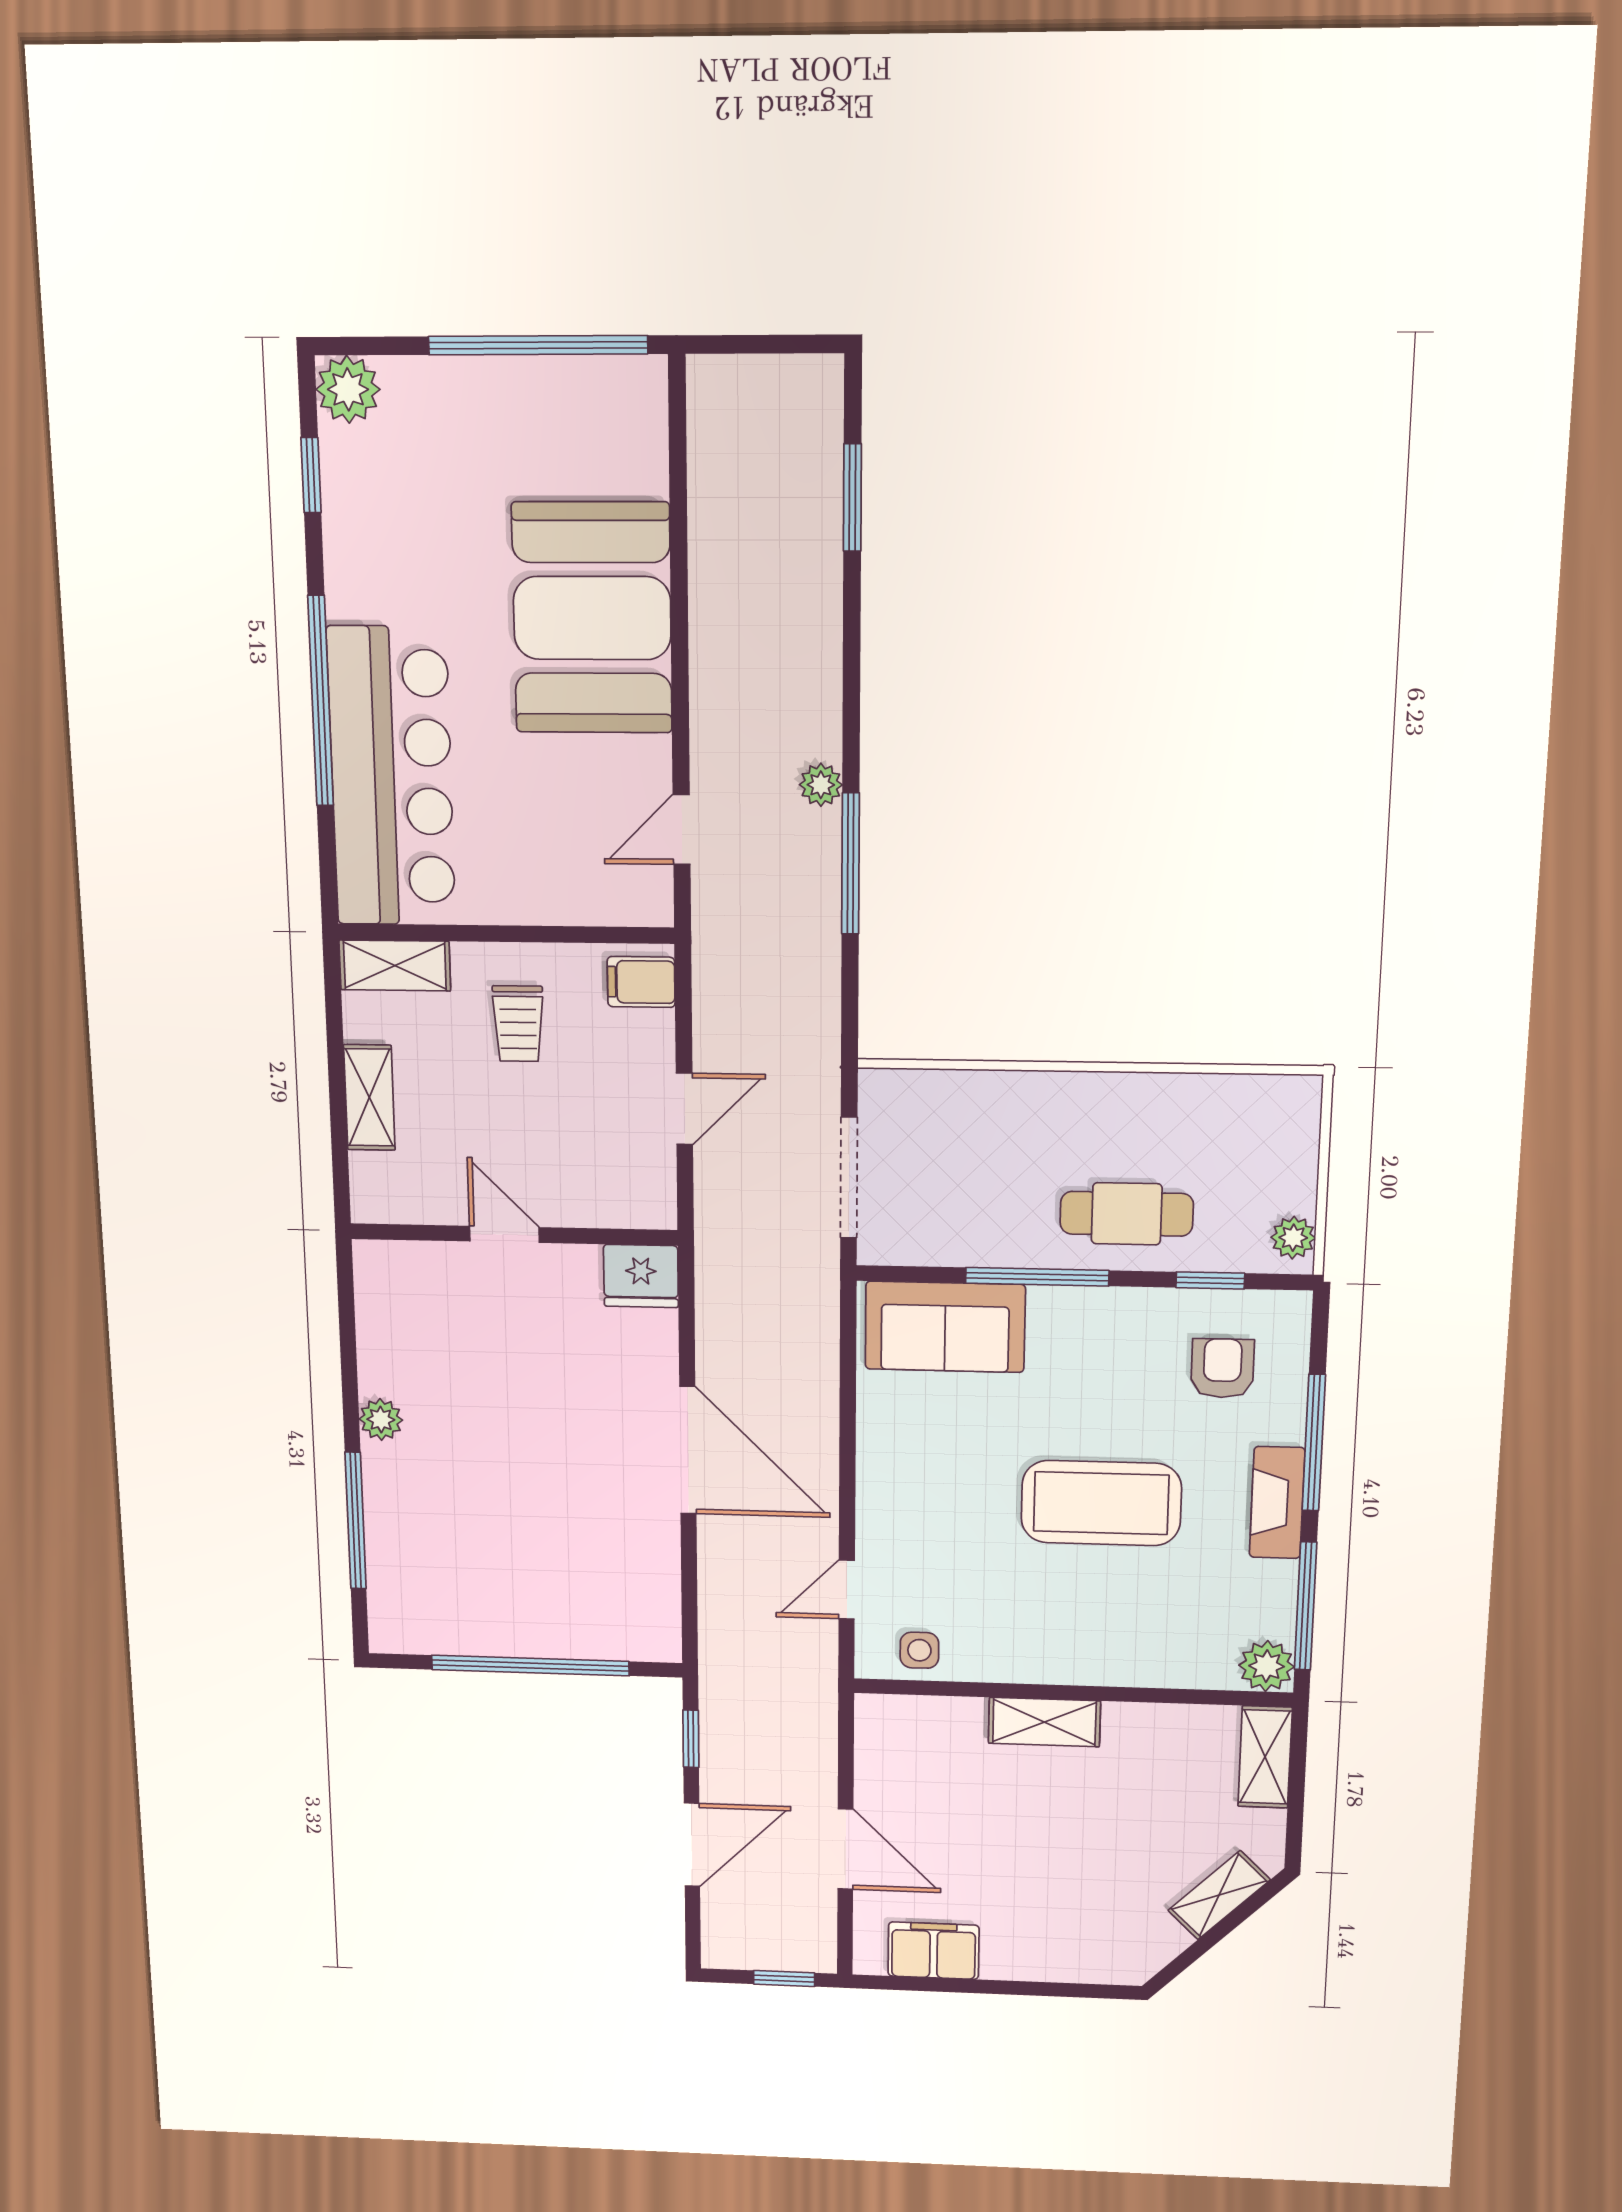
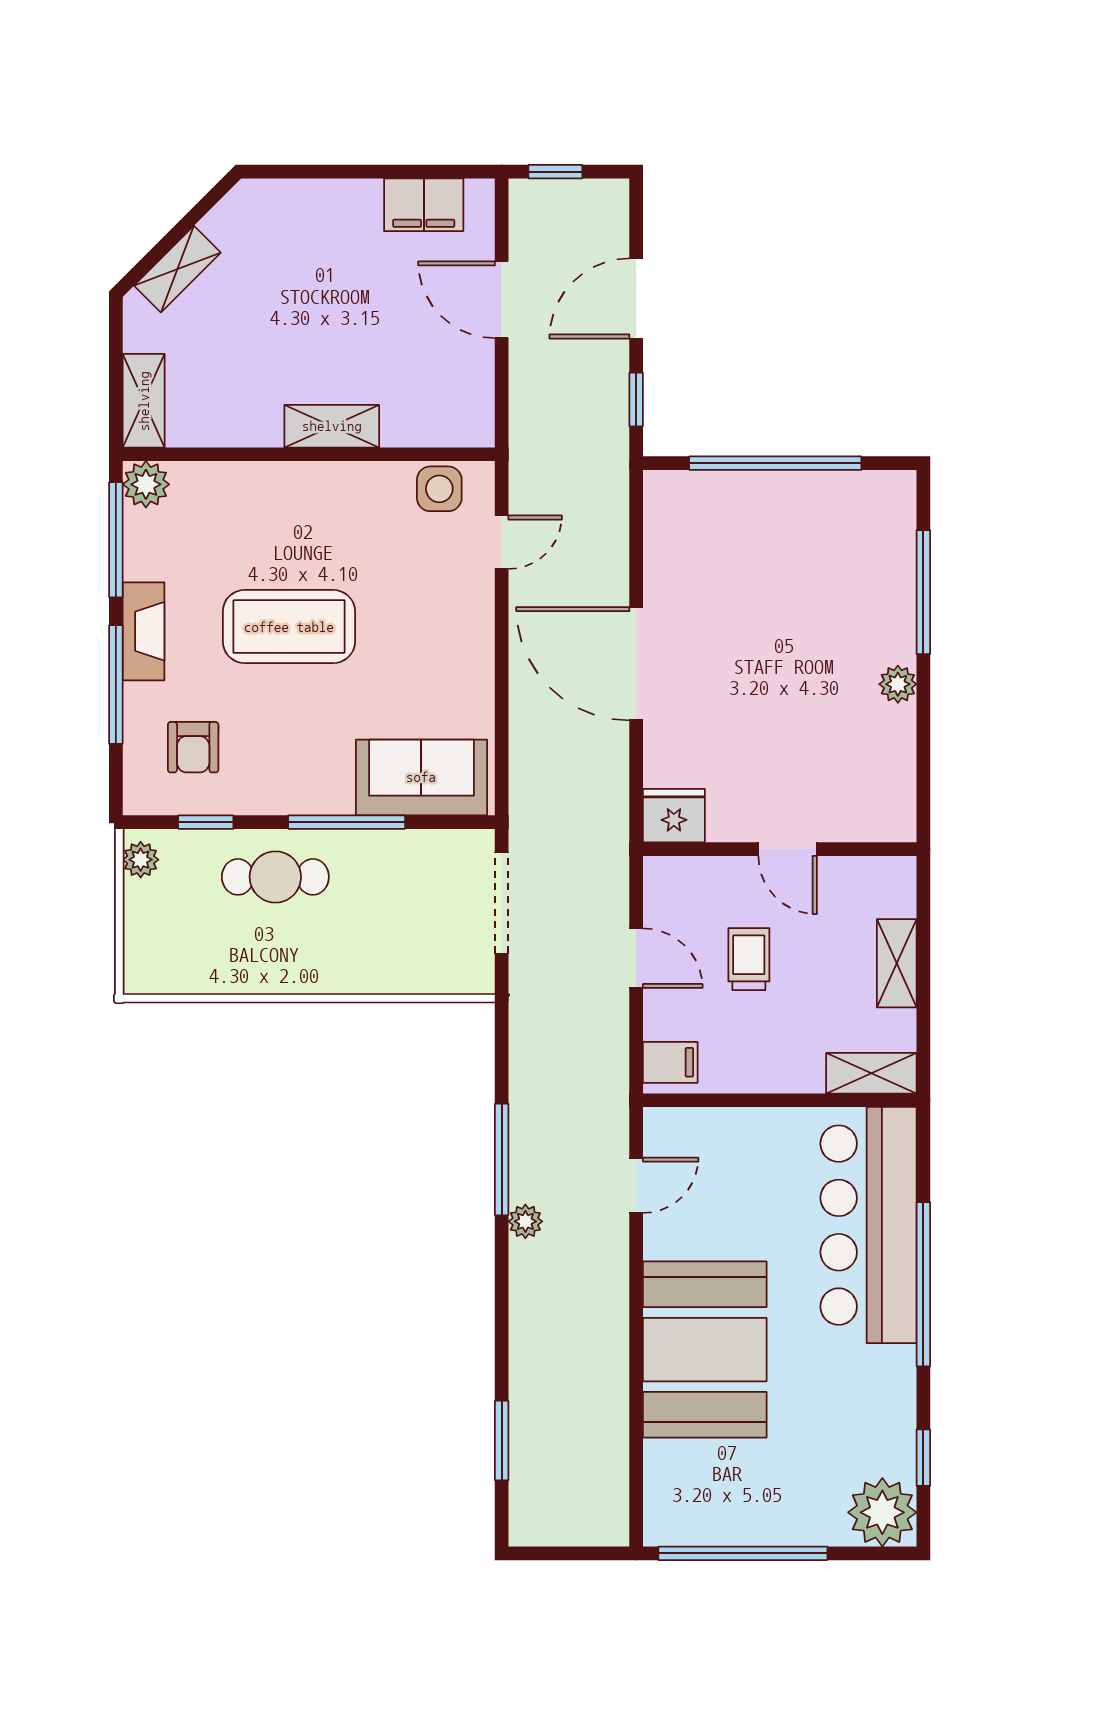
plant: (348, 389) -> (882, 1512), width x1.36, depth x1.36
trolley: (518, 1024) -> (749, 959), moved
door: (684, 1109) -> (636, 958), swing flipped
side table: (919, 1650) -> (439, 489), width x1.37, depth x1.37

